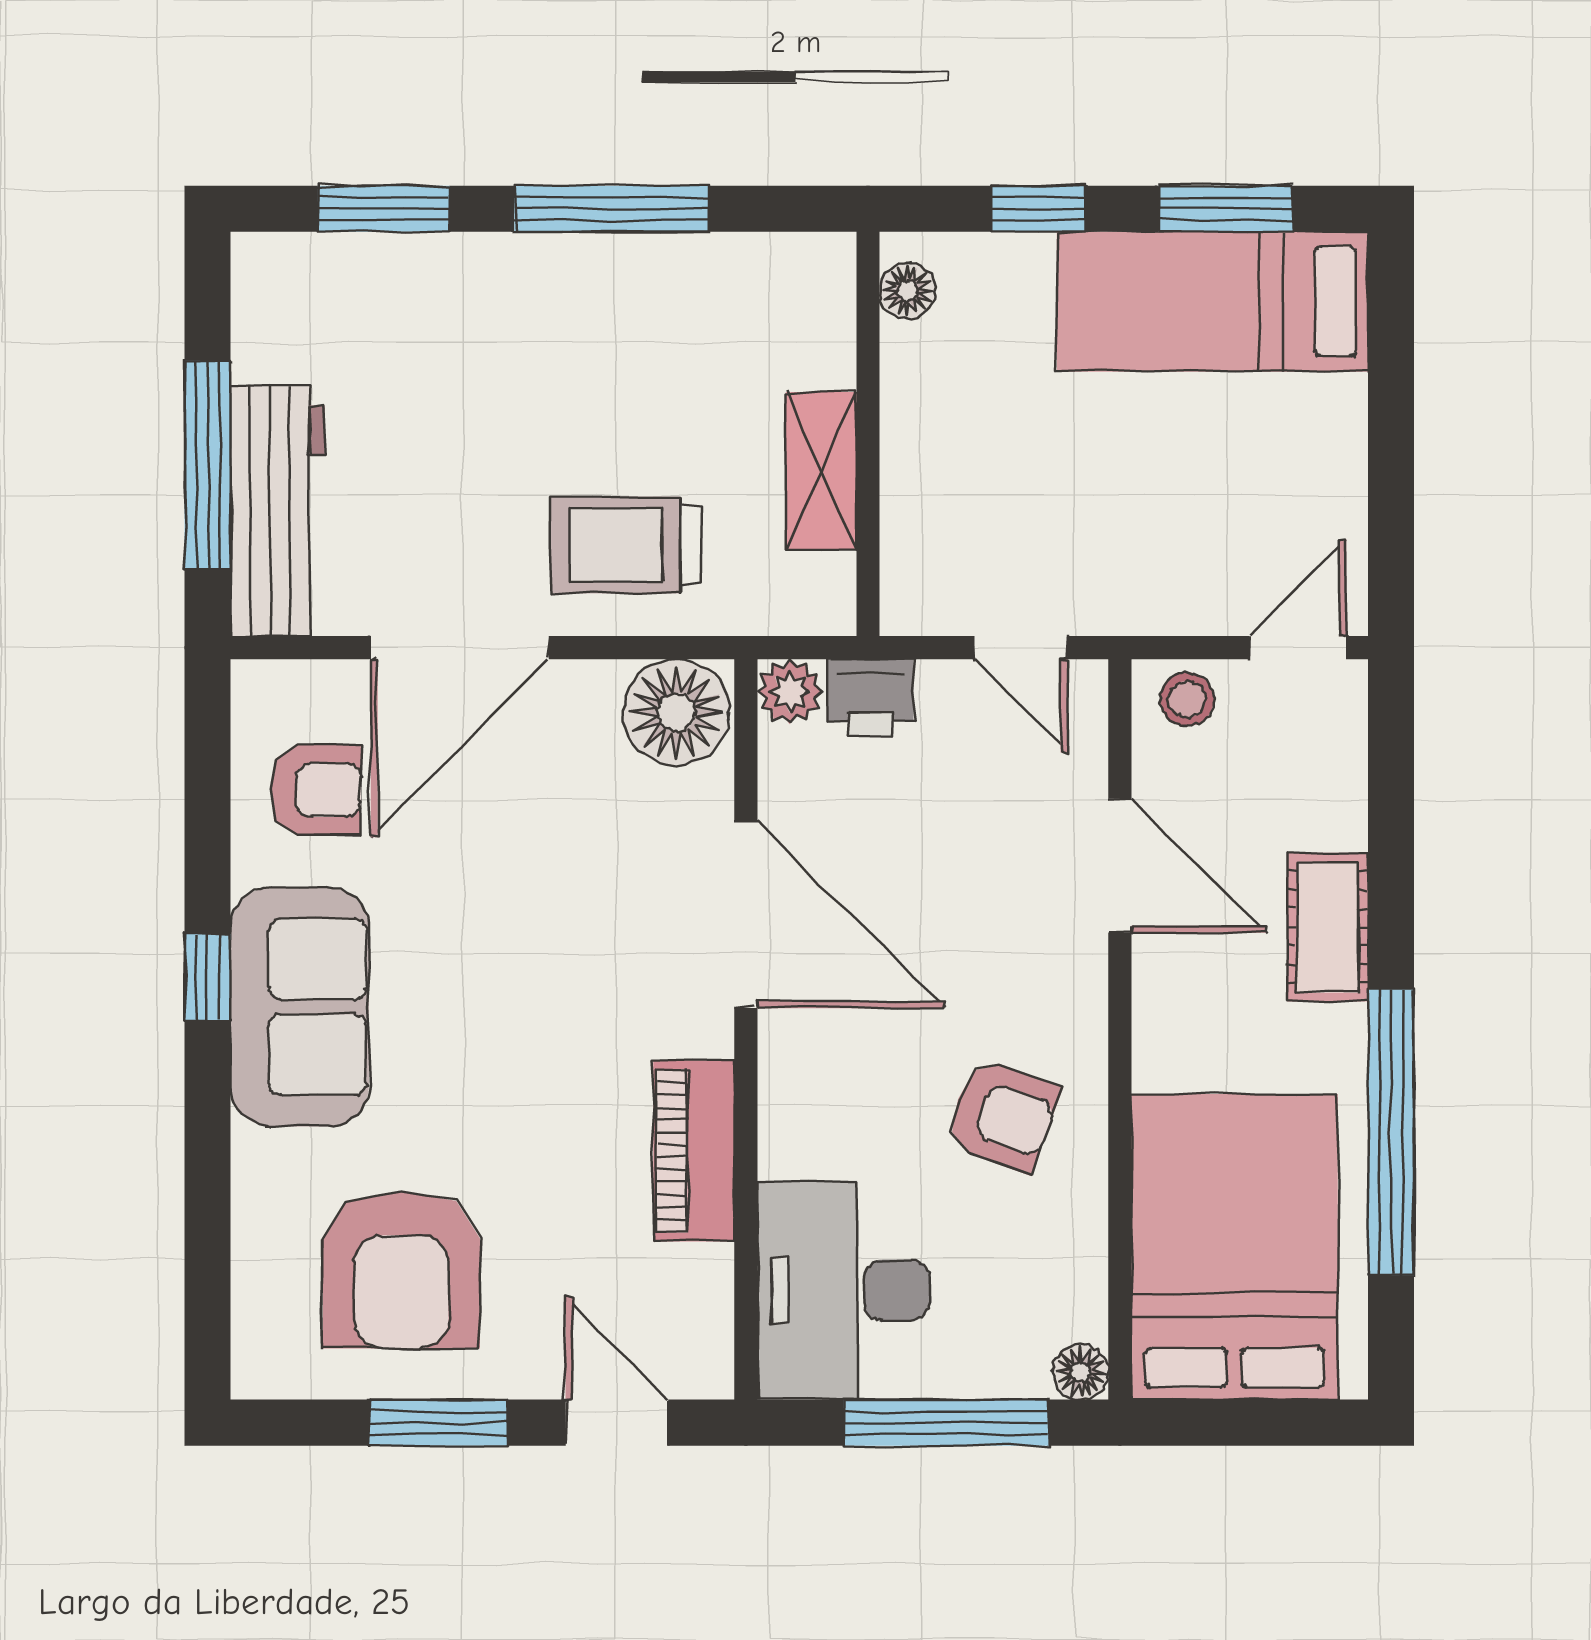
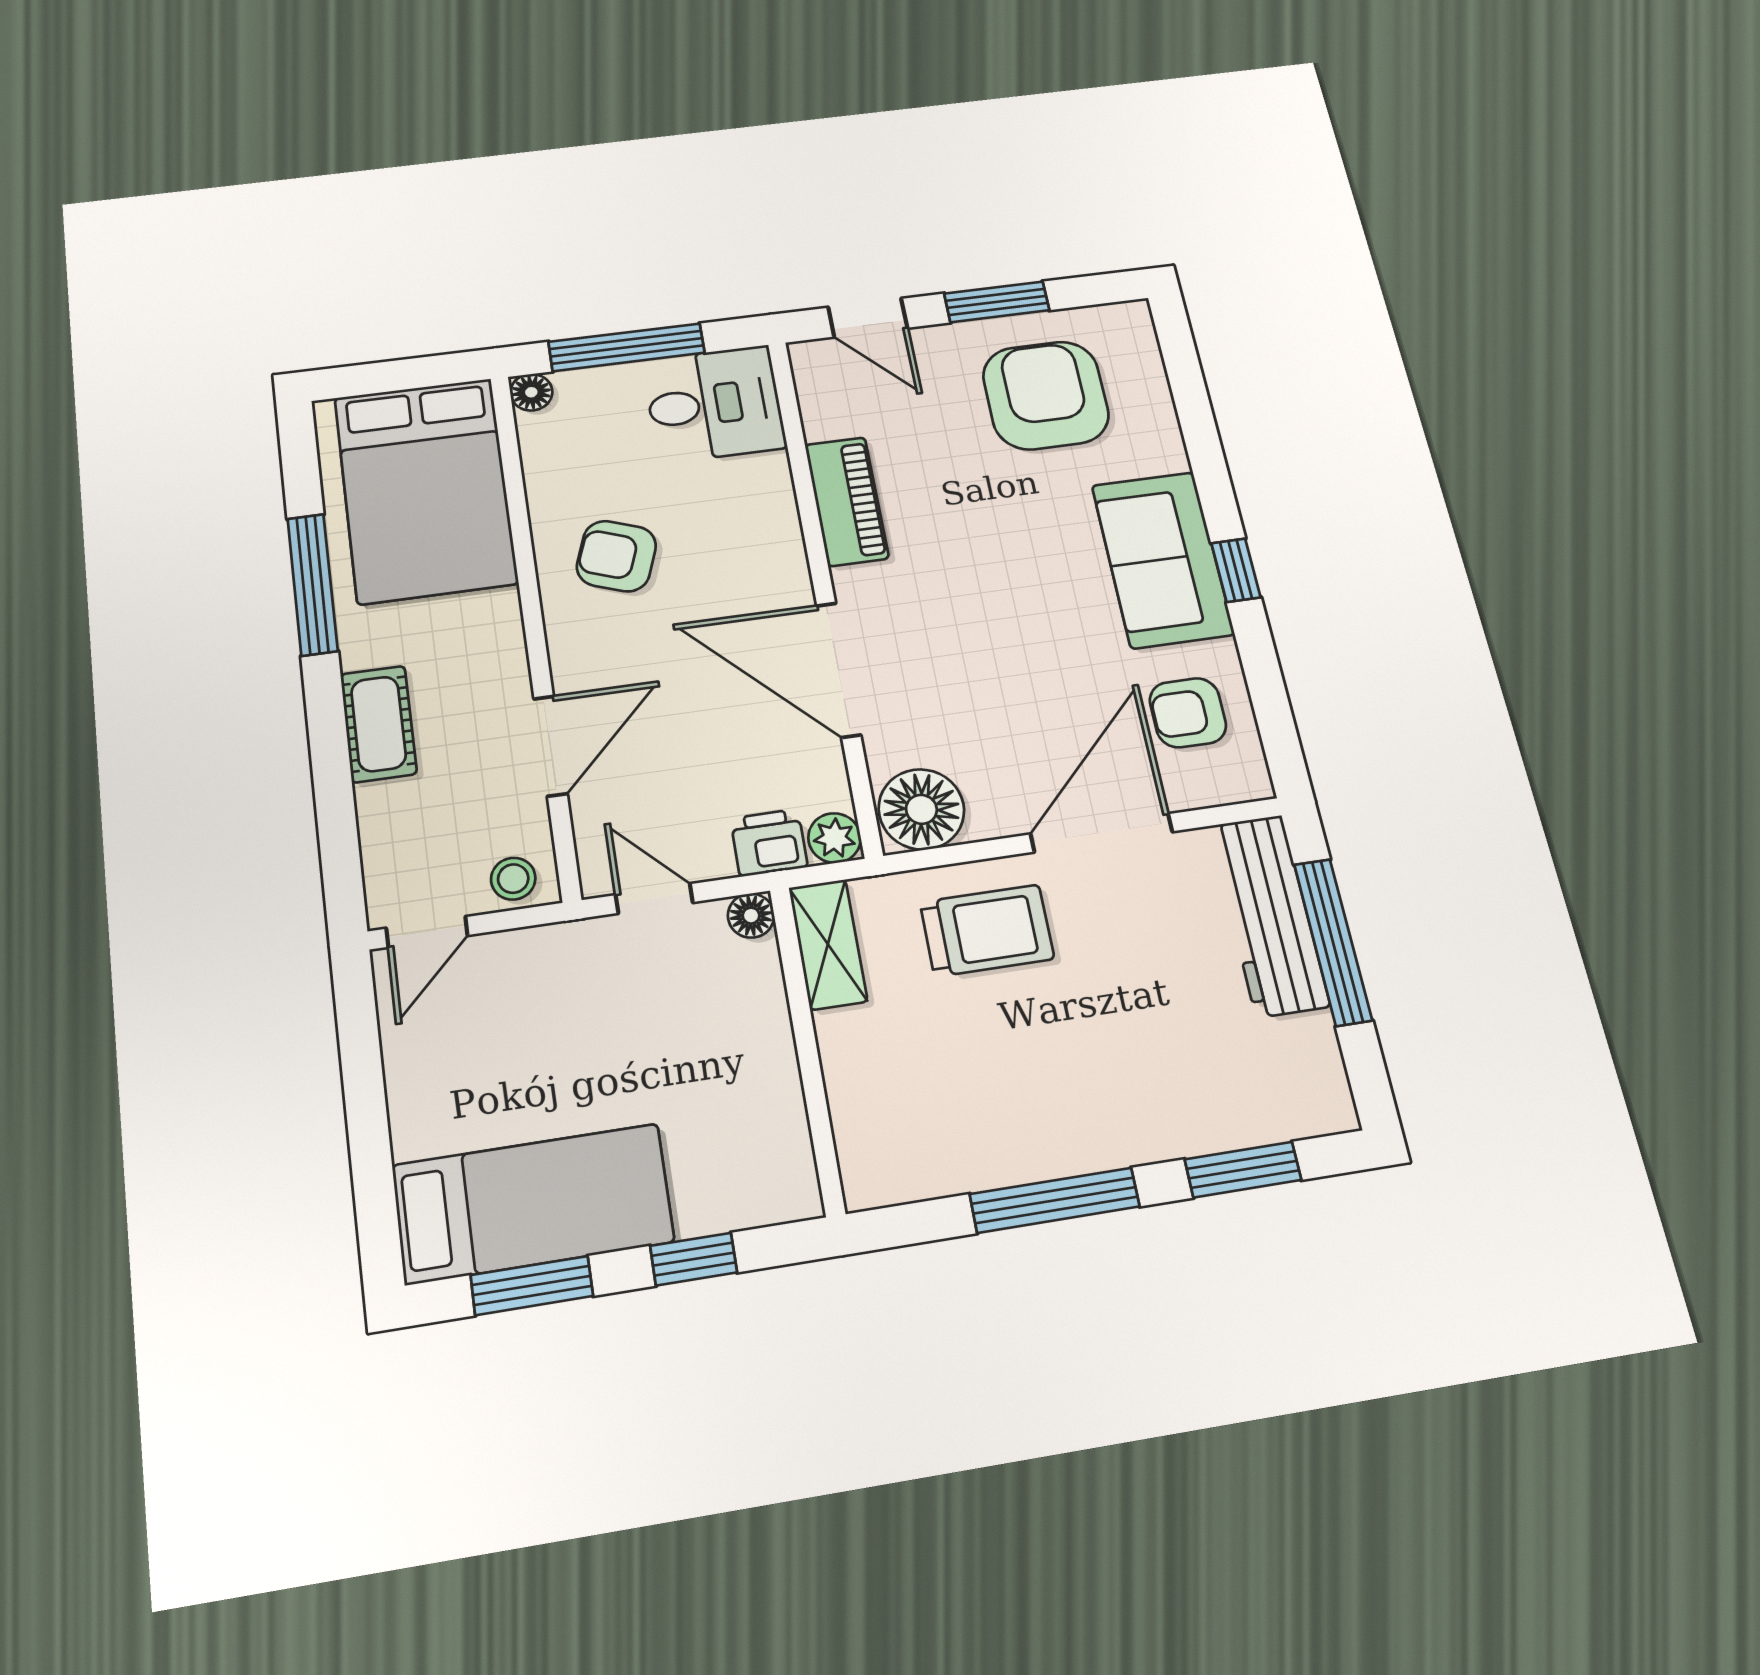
floor lamp: (908, 291) -> (751, 916), moved
shelving: (821, 471) -> (828, 944), moved
door: (1120, 866) -> (550, 746), swing flipped
window: (1391, 1132) -> (313, 584), width x0.68
desk: (843, 1290) -> (714, 404), width x0.73

